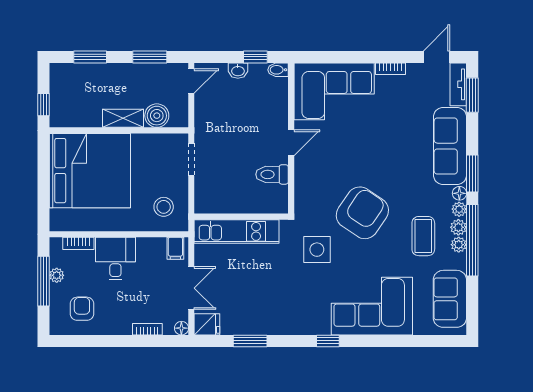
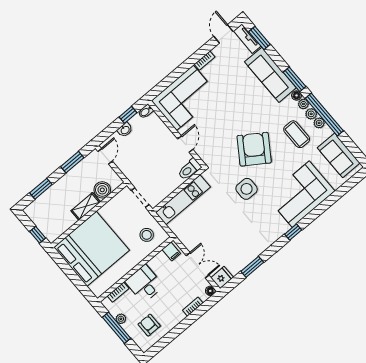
wall: (241, 217) -> (179, 190), moved
kitchen unit: (237, 231) -> (183, 200), moved

